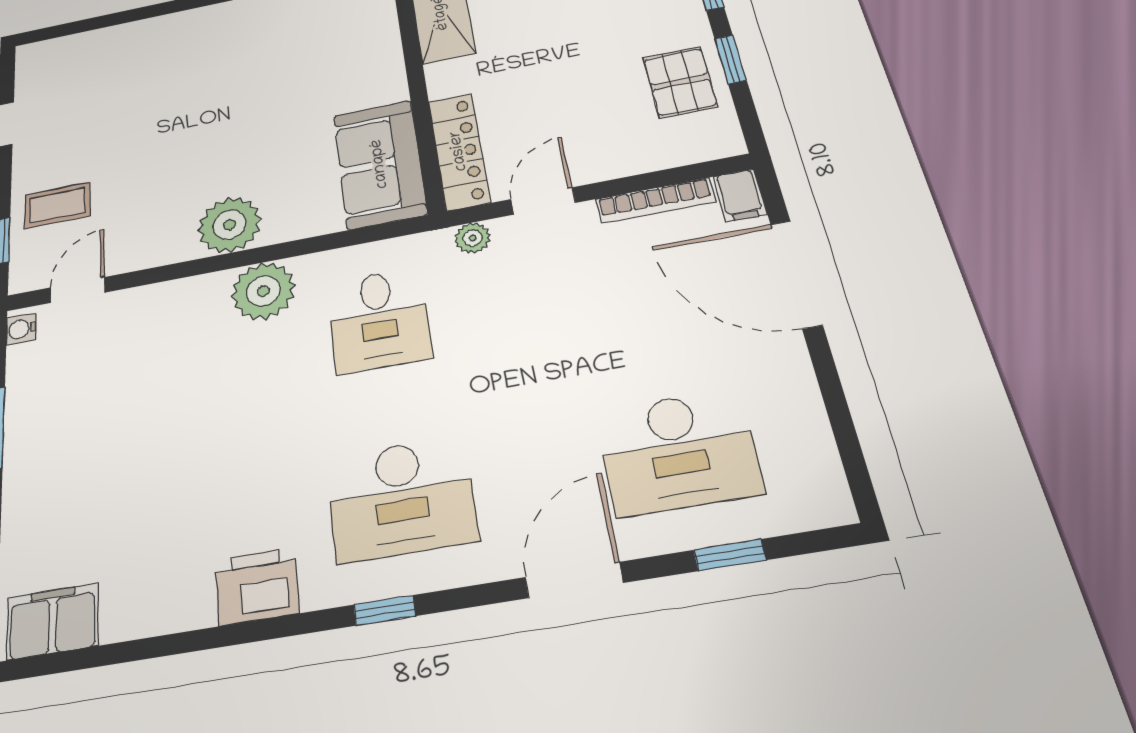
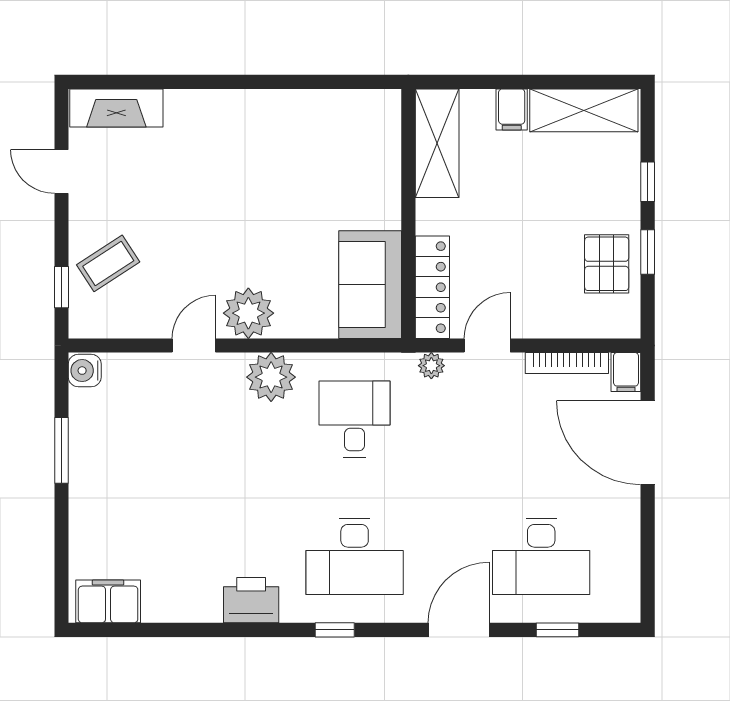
fireplace: (68, 52) -> (116, 108), added
coffee table: (57, 205) -> (108, 263), turned -33
door: (78, 290) -> (194, 345), moved
desk: (379, 320) -> (355, 419), turned 180
water cooler: (21, 329) -> (85, 371), width x1.38, depth x1.38

